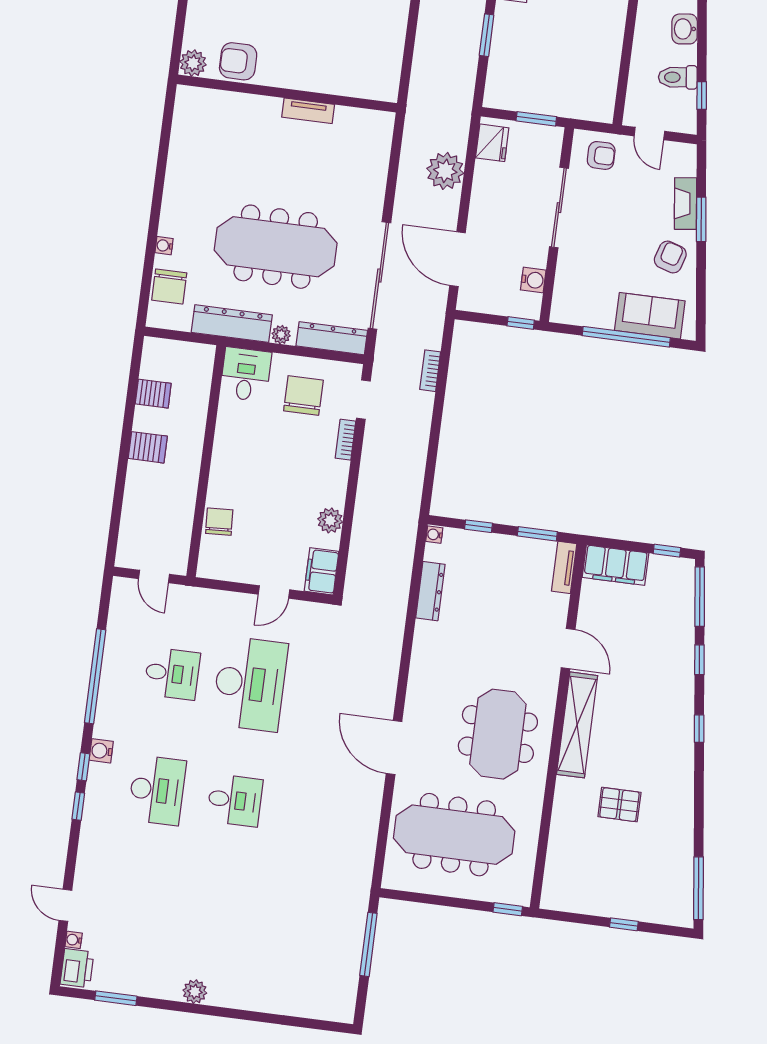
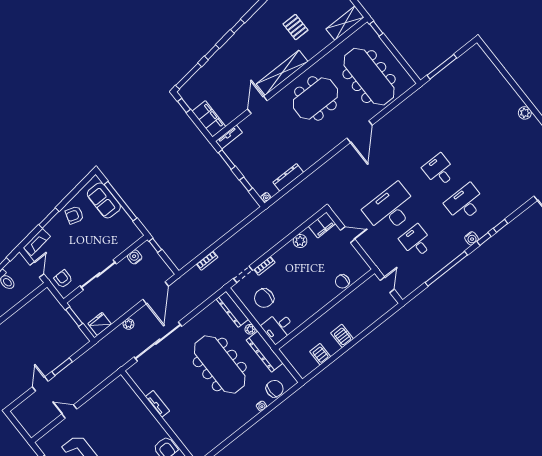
plant: (445, 171) -> (128, 324), width x0.53, depth x0.53
fireplace: (686, 204) -> (37, 242), moved
sliding door: (379, 275) -> (158, 342), moved
shelving: (558, 875) -> (345, 23), added

